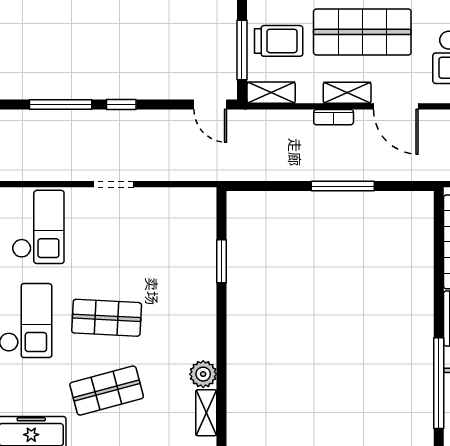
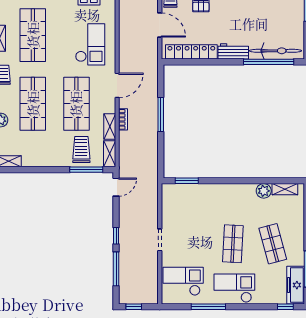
shelving: (347, 93) -> (110, 126), moved
window: (222, 261) -> (187, 181), moved

